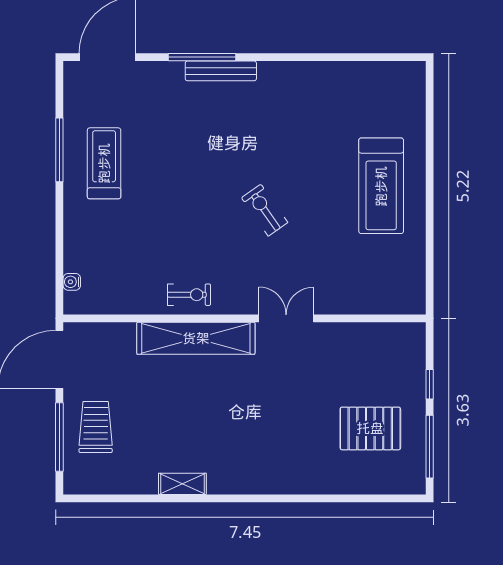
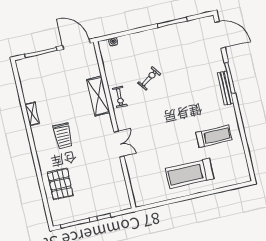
treadmill: (104, 163) -> (214, 136), moved
exercise bike: (265, 210) -> (149, 78), moved
shelving: (196, 338) -> (98, 96), width x0.68
trolley: (96, 427) -> (63, 136), moved, turned 90
pallet: (370, 428) -> (60, 184), moved

